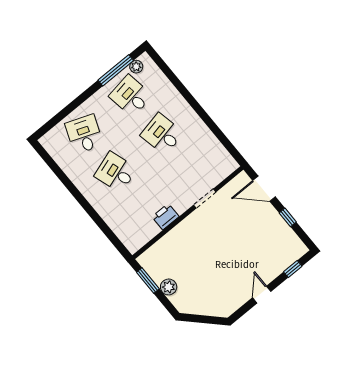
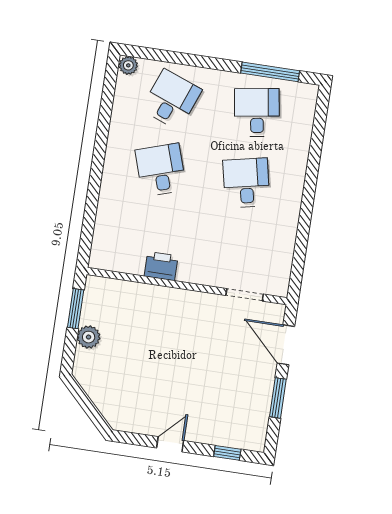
plant: (136, 67) -> (128, 65), moved
doorway: (205, 199) -> (245, 295), moved
window: (288, 217) -> (278, 398), width x1.50

